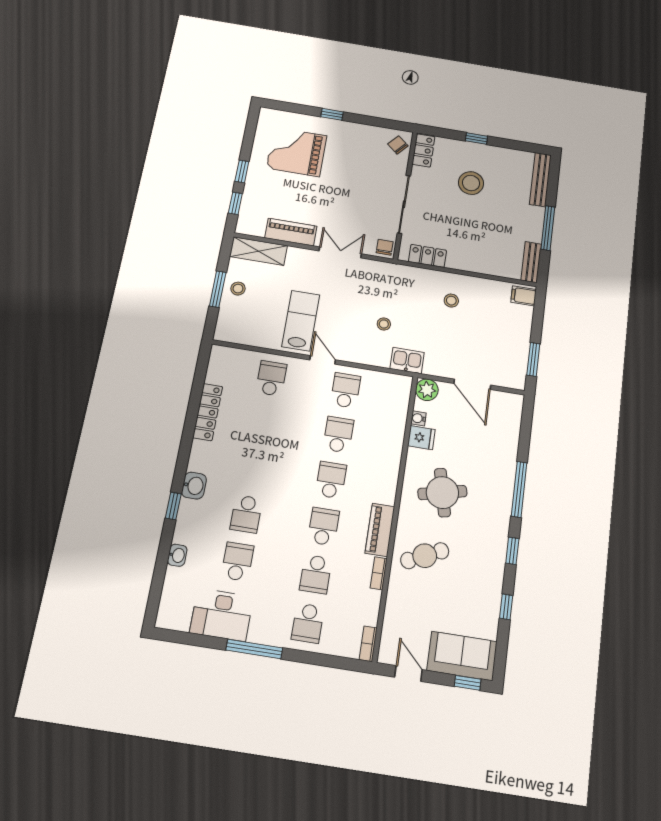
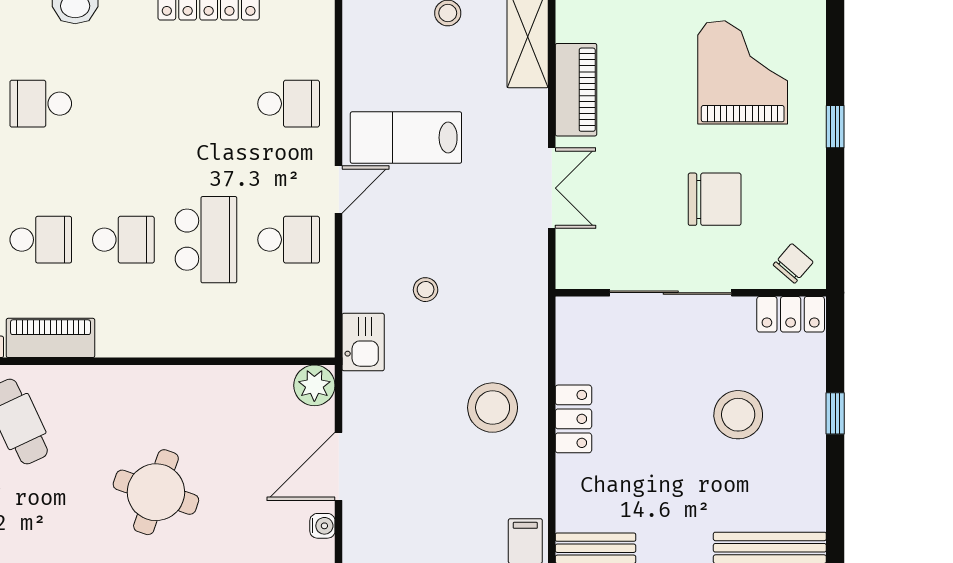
chair: (385, 247) -> (715, 199), moved, width x1.87, depth x1.87
locker: (427, 256) -> (573, 419), moved
stool: (451, 301) -> (493, 408), width x1.89, depth x1.89
lab bench: (301, 321) -> (406, 138), turned 180
water cooler: (418, 418) -> (322, 526), moved, turned 90
school desk: (338, 435) -> (206, 240), width x1.85
fridge: (421, 438) -> (225, 388), removed
round table: (442, 493) -> (156, 492), moved, turned 32

